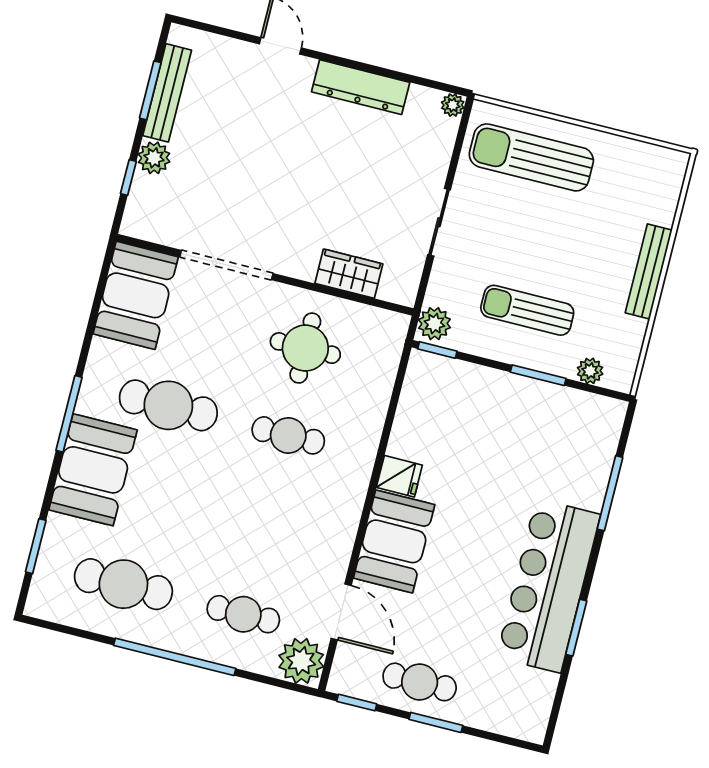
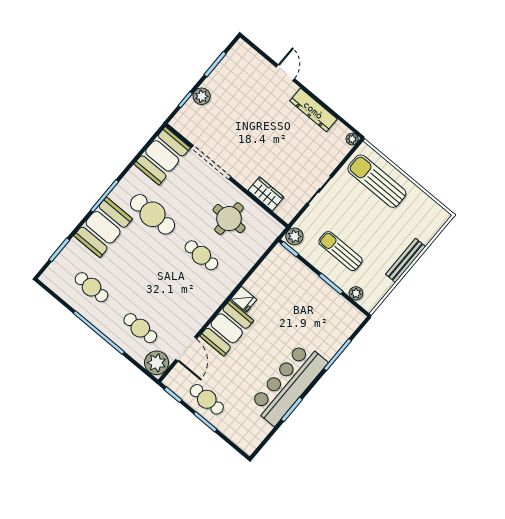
bench: (167, 93) -> (222, 69), removed
cafe table: (123, 584) -> (91, 287), width x0.73, depth x0.74

